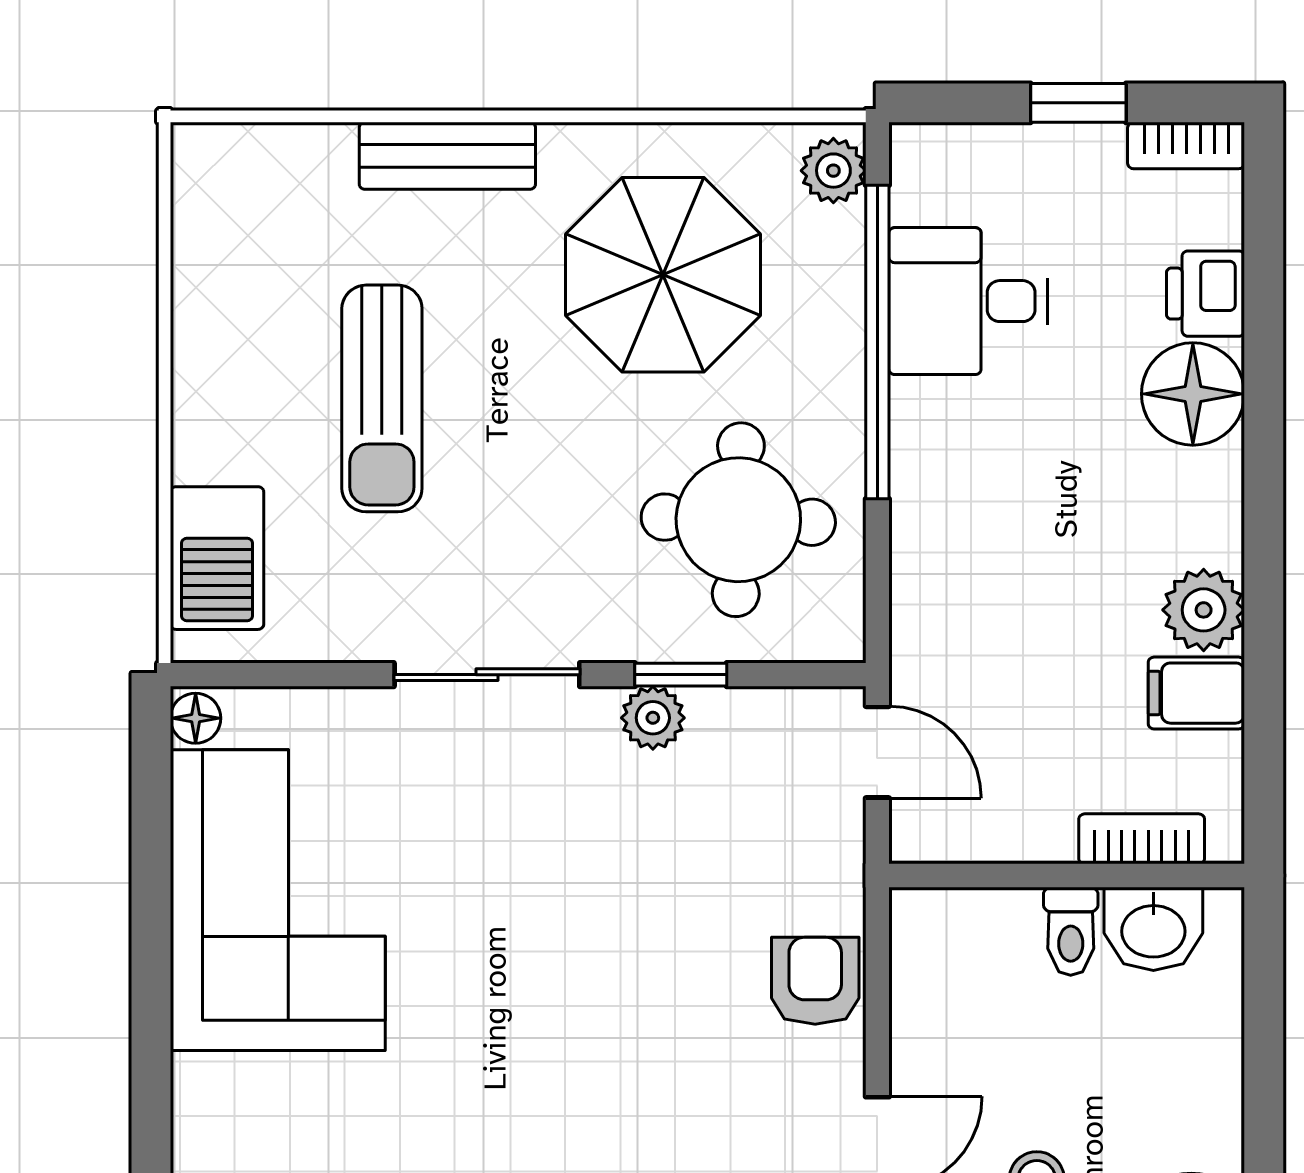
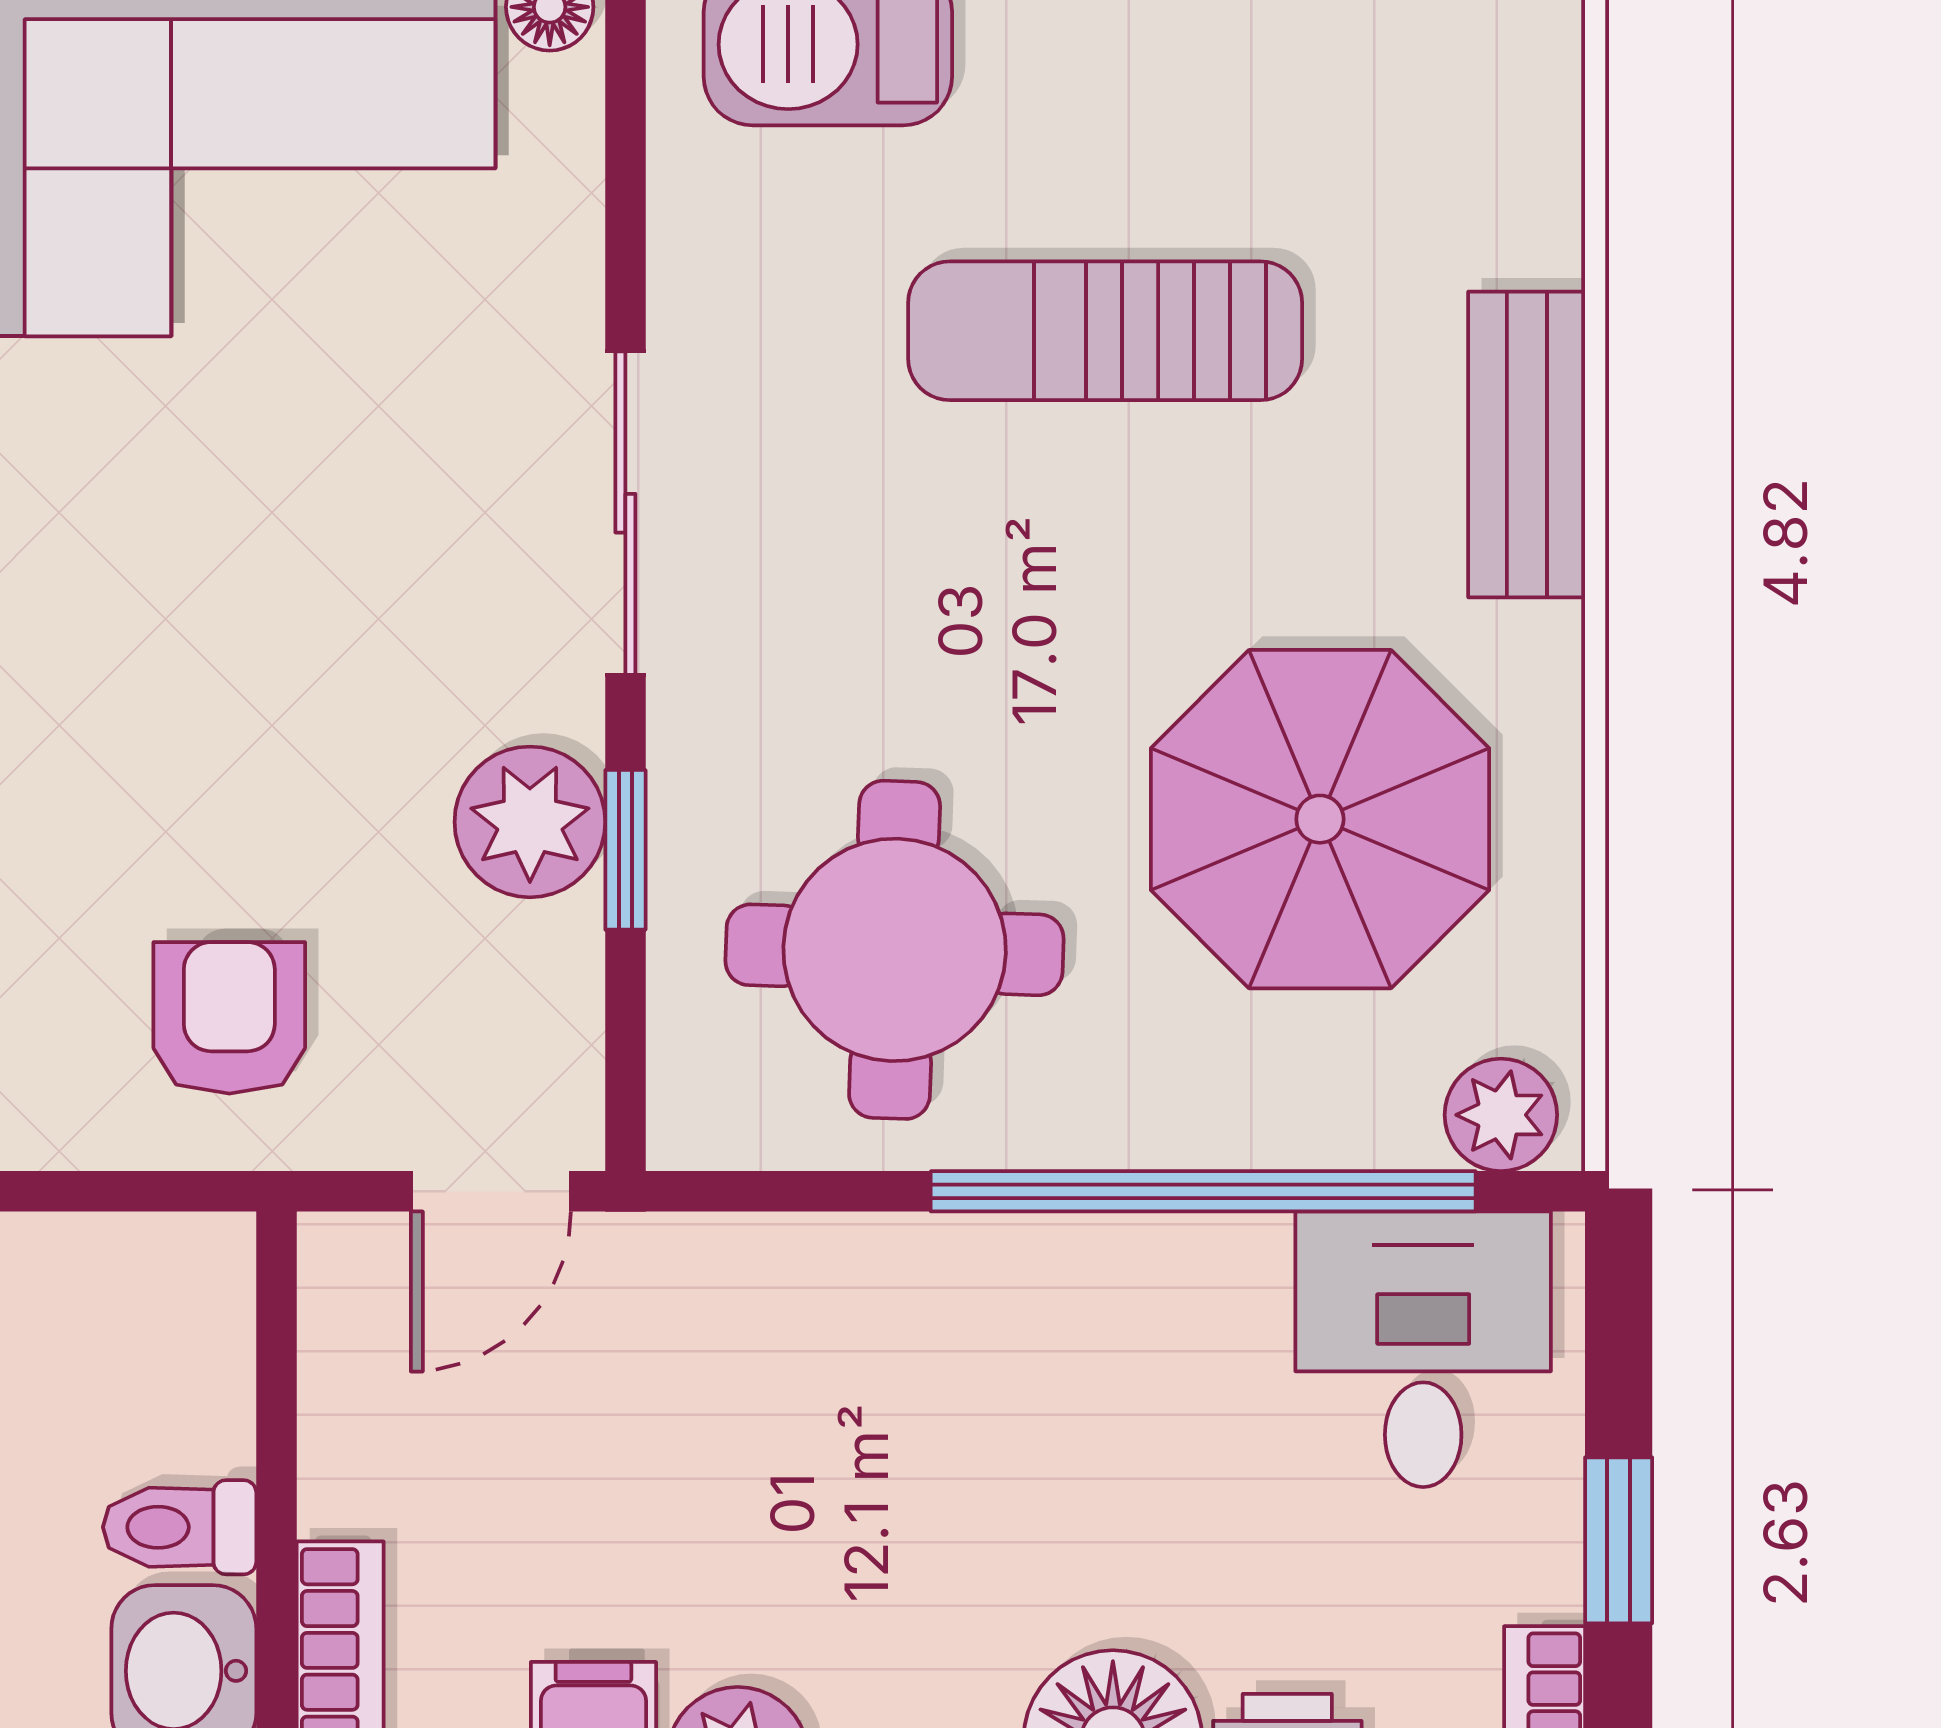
desk: (968, 301) -> (1423, 1349), moved
plant: (653, 718) -> (530, 822), width x1.38, depth x1.38
armchair: (815, 981) -> (229, 1018), moved, turned -90

